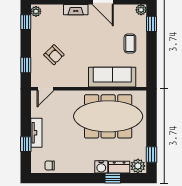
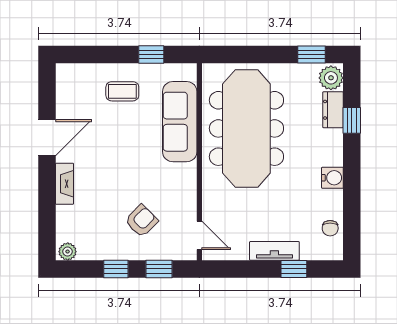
plant: (141, 10) -> (65, 72), removed
window: (26, 22) -> (116, 269), moved
window: (151, 24) -> (151, 55), moved
water cooler: (101, 167) -> (332, 178), moved

